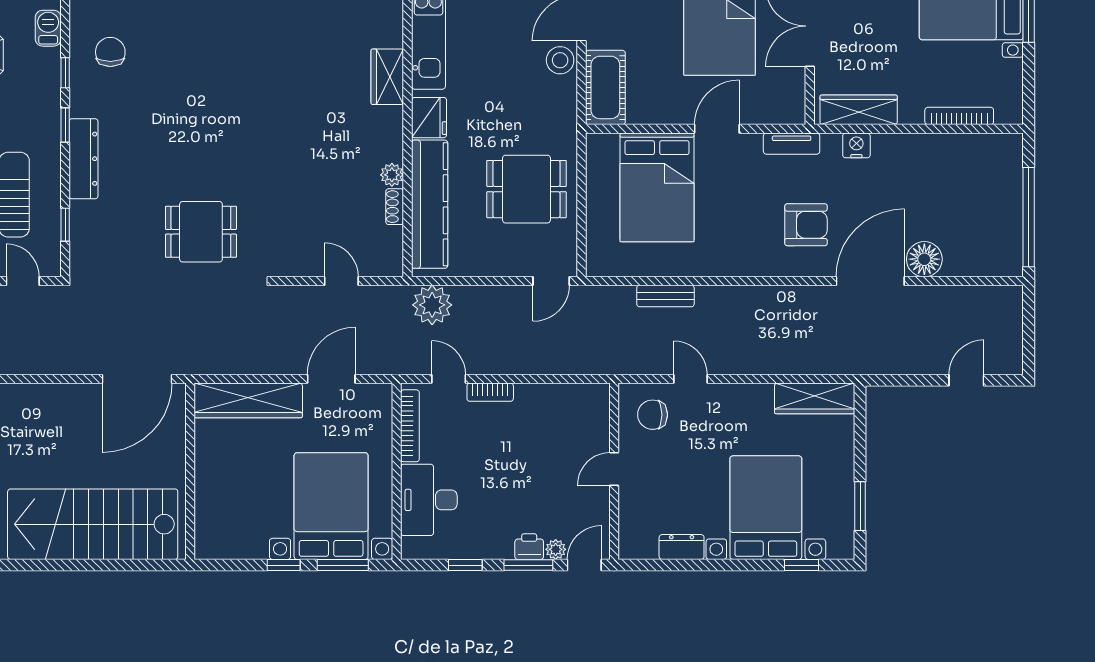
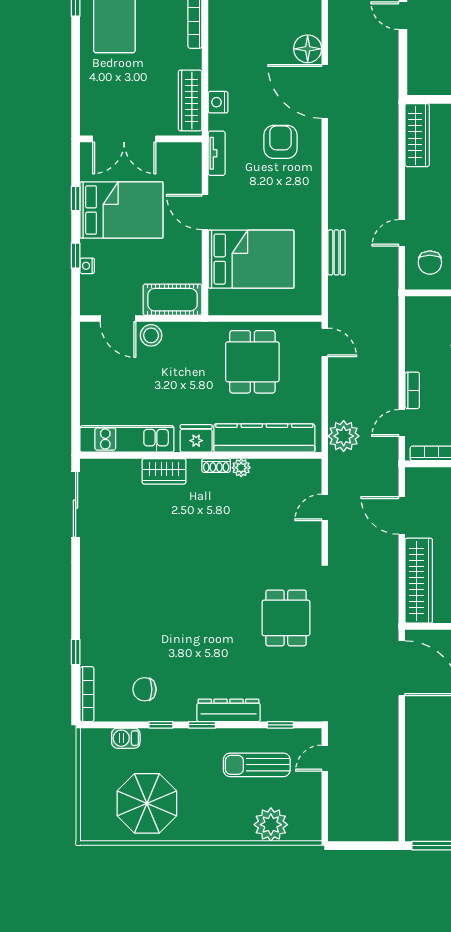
shoe rack: (395, 207) -> (216, 465), moved

